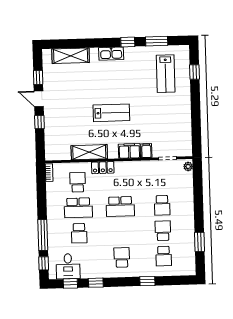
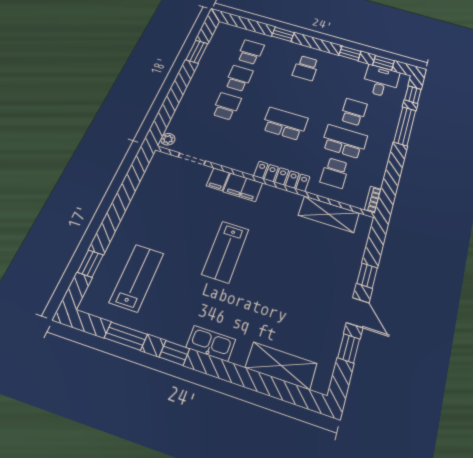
lab bench: (111, 113) -> (226, 252), moved, turned -90
shelving: (89, 152) -> (329, 214), moved
locker: (103, 168) -> (282, 176), width x1.53
school desk: (163, 231) -> (239, 78), turned 180

